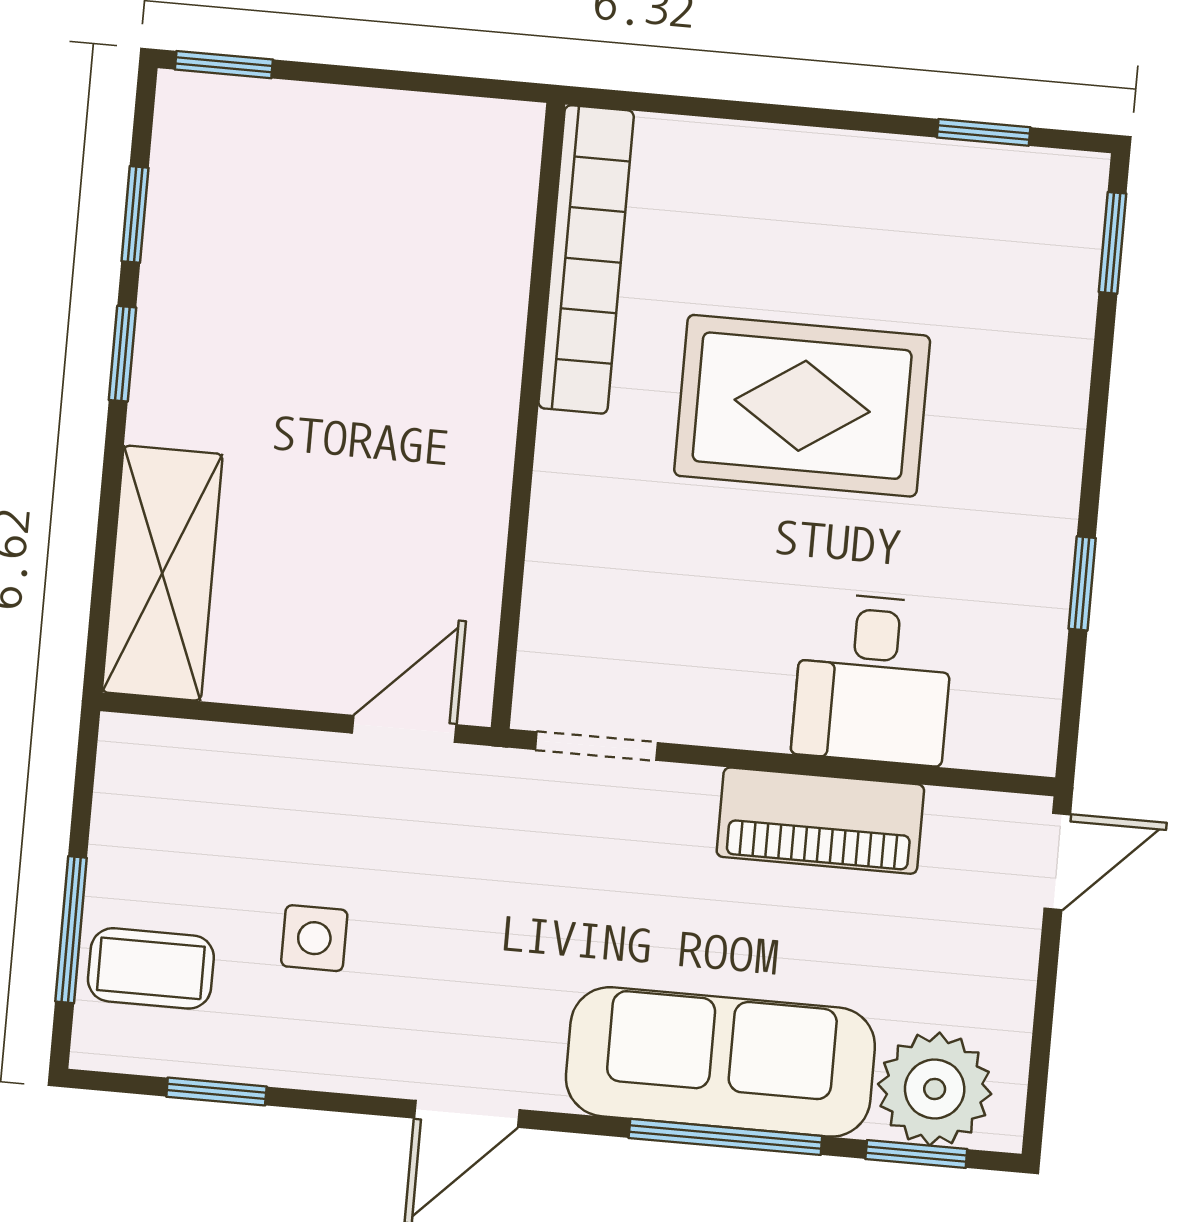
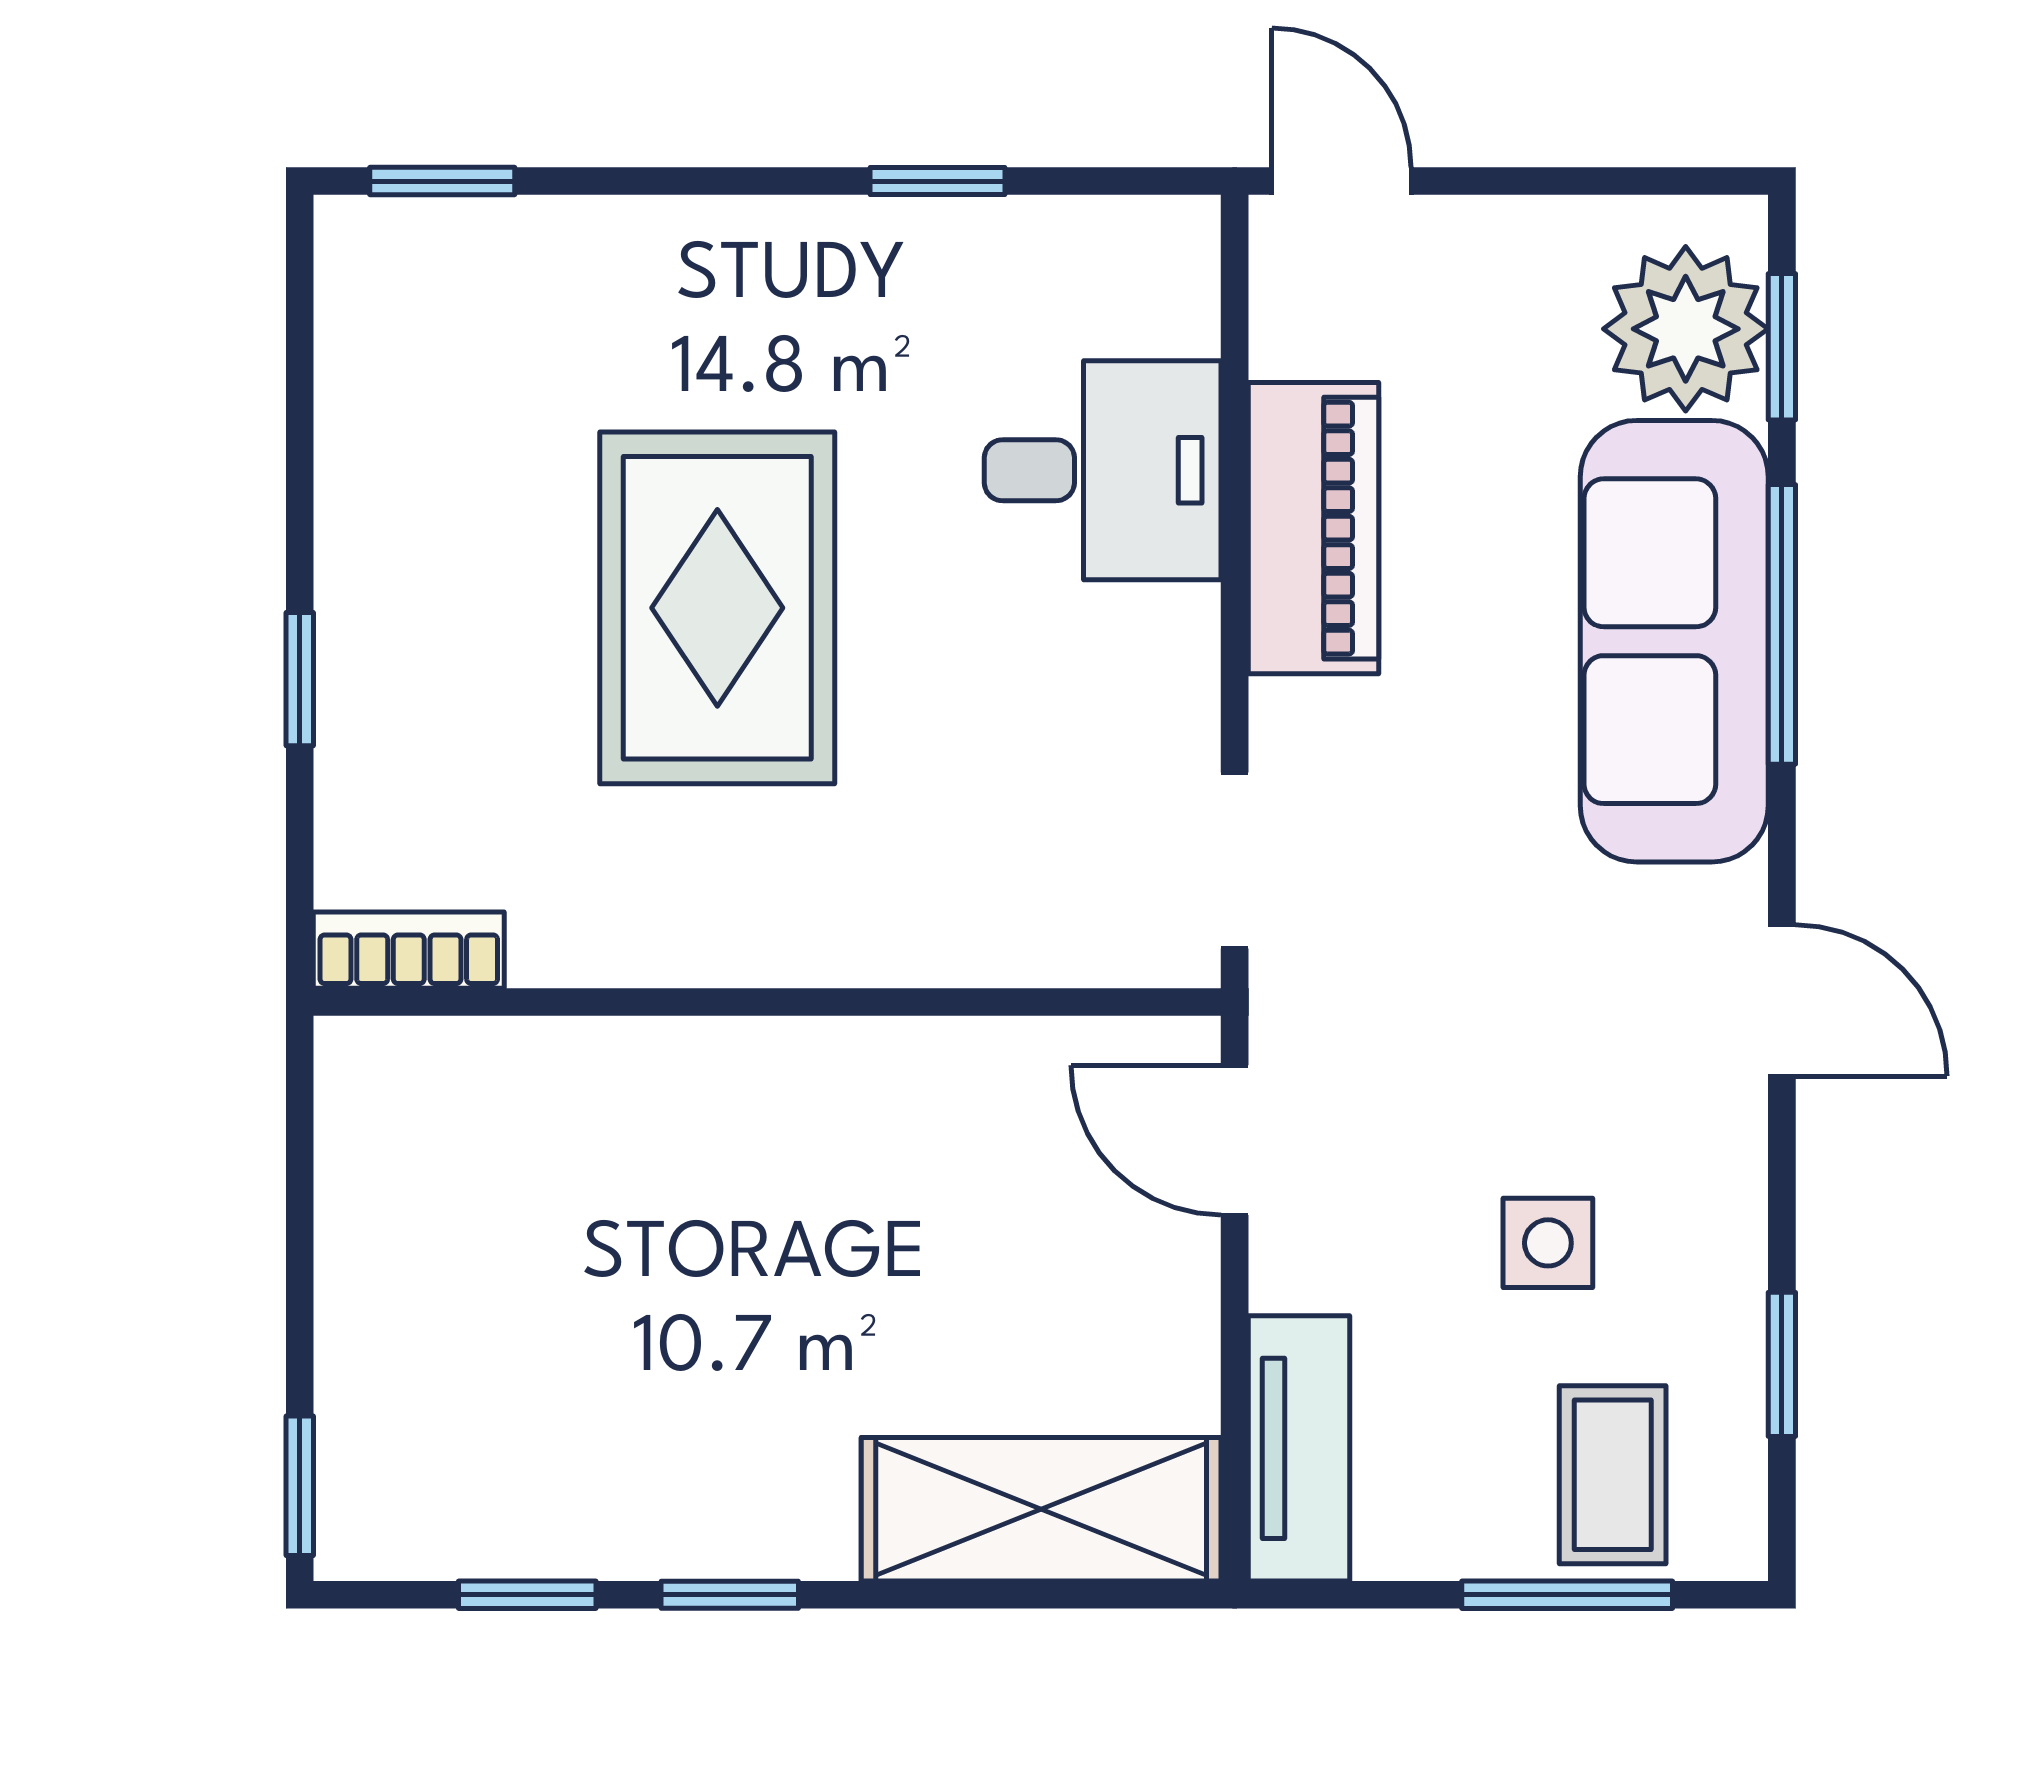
window: (984, 132) -> (300, 679), moved
bookcase: (586, 259) -> (409, 950), width x0.43, depth x0.76
tv unit: (188, 754) -> (1299, 1448), added

